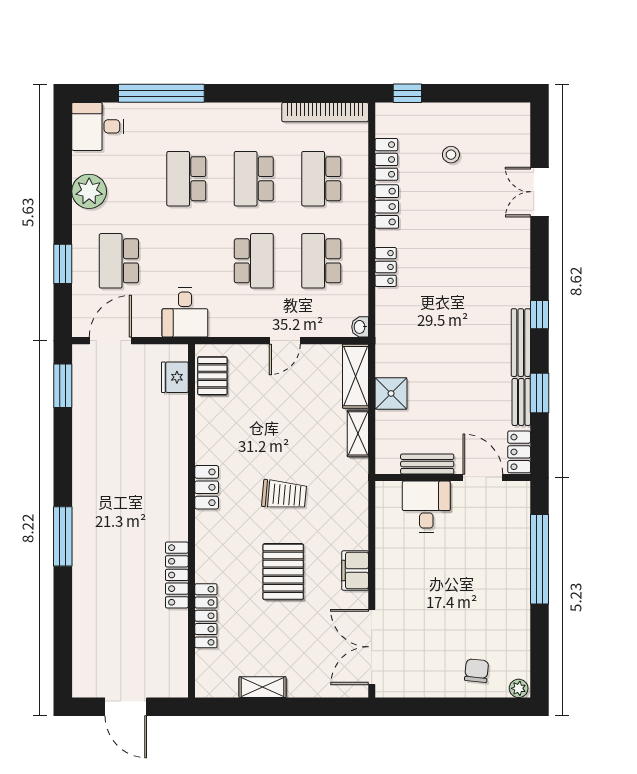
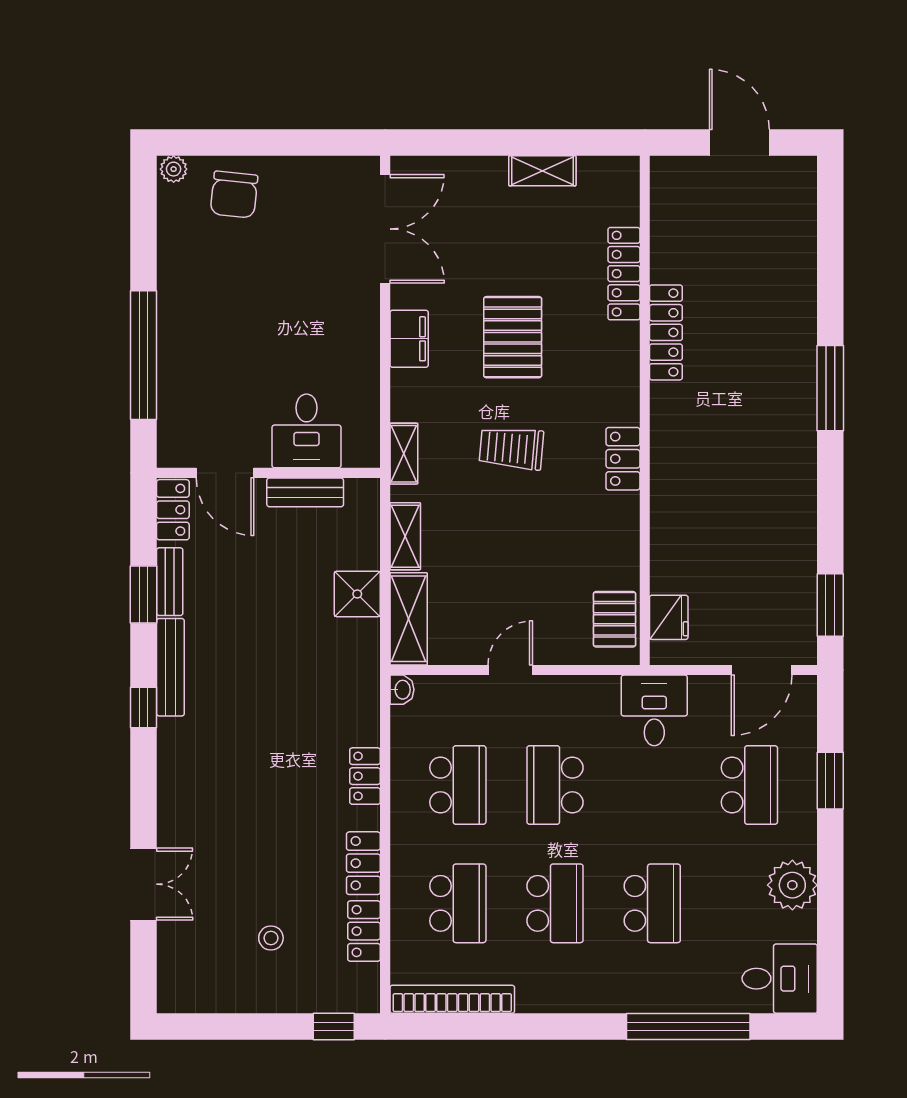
shelving: (359, 491) -> (404, 454), added
chair: (477, 671) -> (234, 195), width x1.37, depth x1.37

